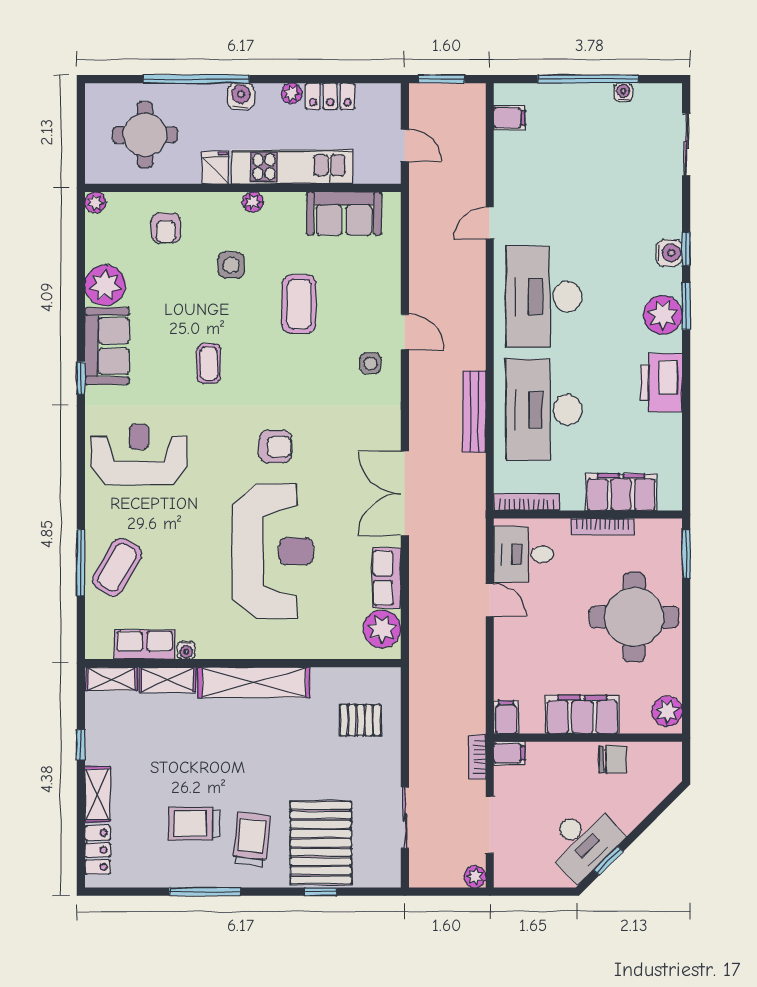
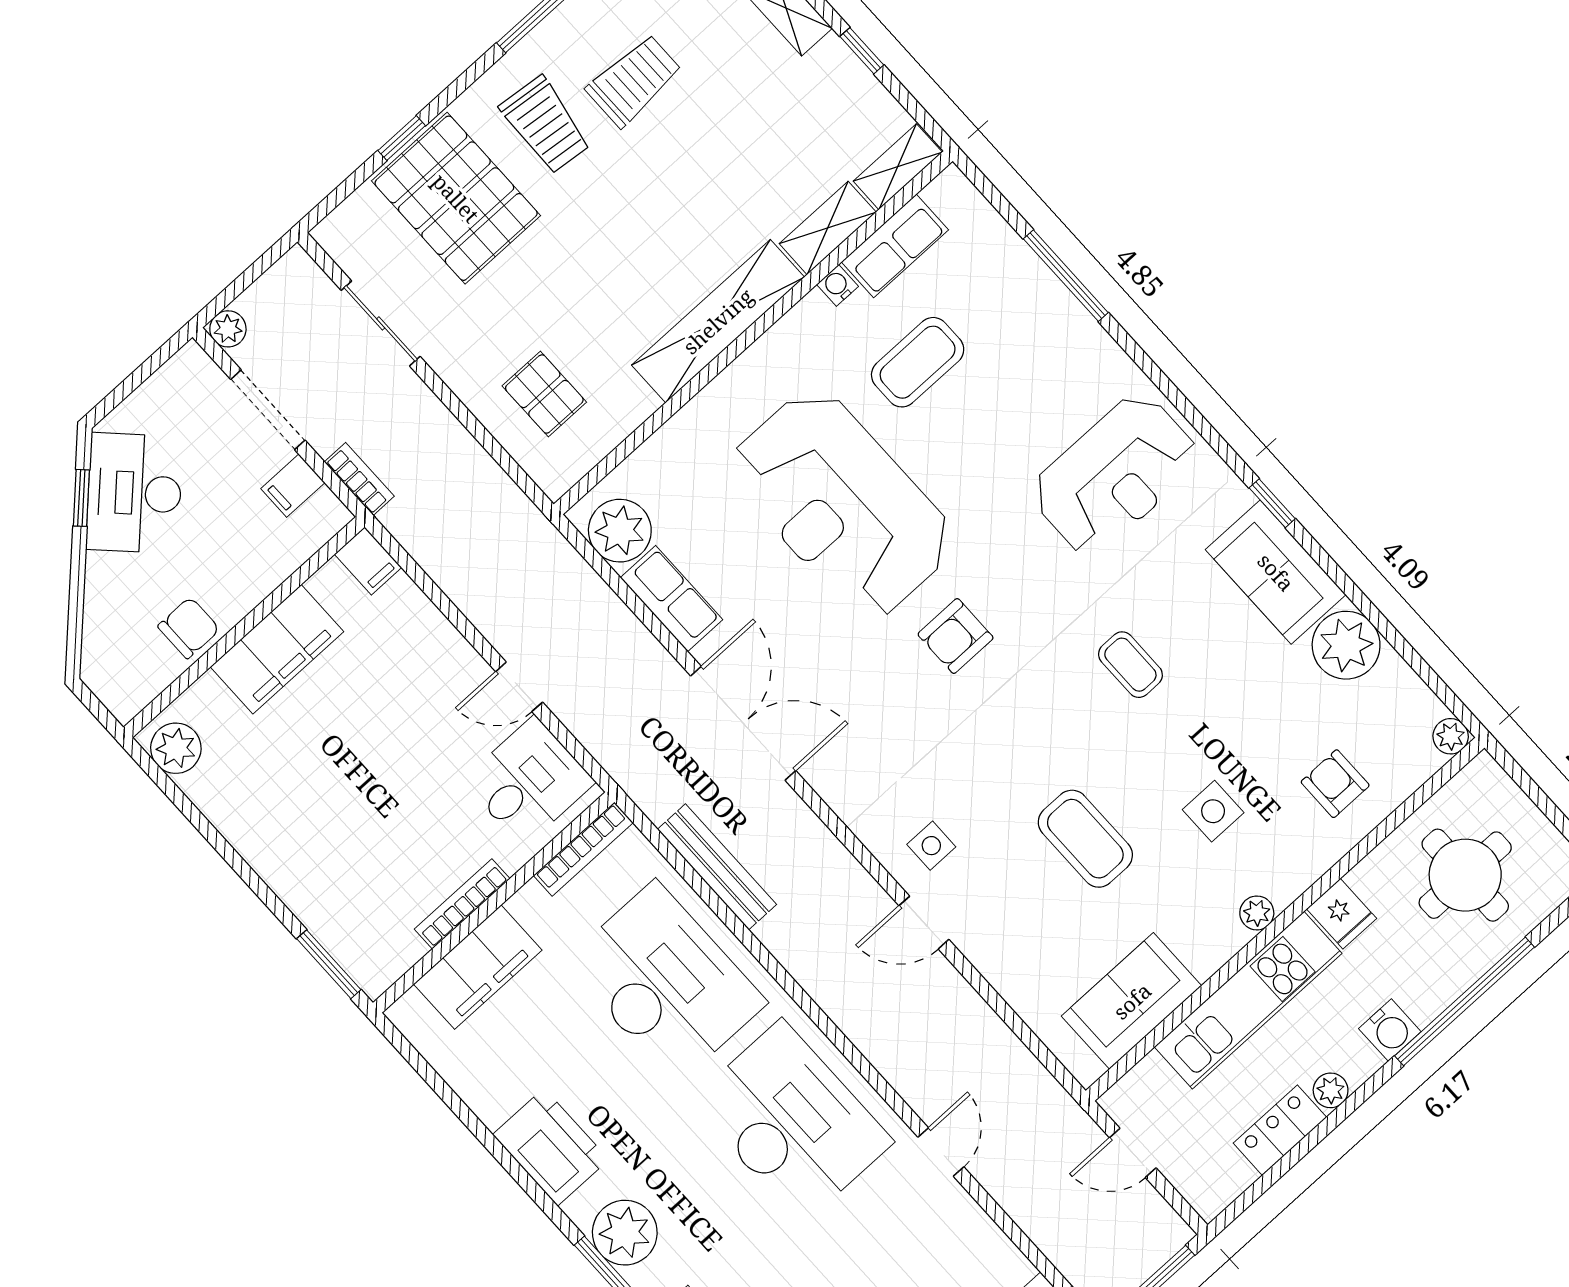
bench: (474, 412) -> (717, 867), moved
coffee table: (117, 567) -> (918, 362), moved, turned 60
round table: (634, 617) -> (322, 827), removed
pallet: (360, 720) -> (544, 394), turned 90
filing cabinet: (509, 753) -> (293, 486), moved
chair: (613, 760) -> (189, 628), turned 180

